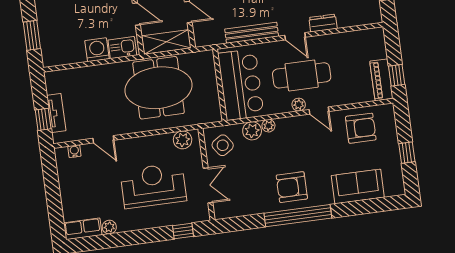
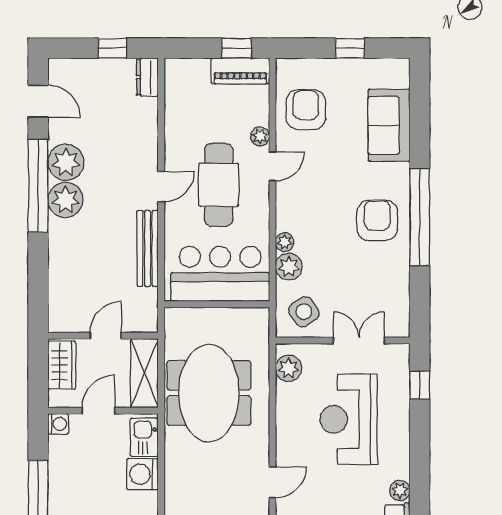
dresser: (323, 23) -> (147, 77), moved
plant: (299, 105) -> (260, 136), moved
armchair: (292, 187) -> (377, 220), turned 180

